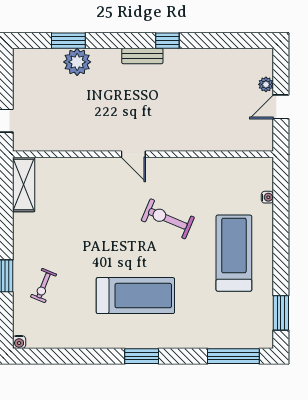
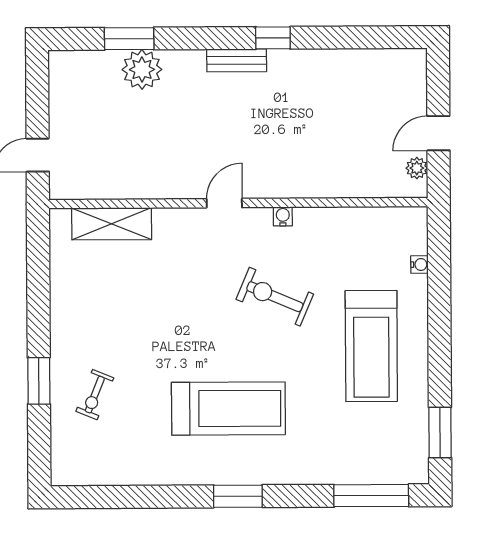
plant: (266, 84) -> (417, 168), moved
door: (133, 154) -> (224, 203), swing flipped
shelving: (24, 185) -> (112, 224), moved, turned 90
treadmill: (234, 253) -> (371, 346), turned 180
water cooler: (19, 342) -> (283, 216), moved, turned 180

